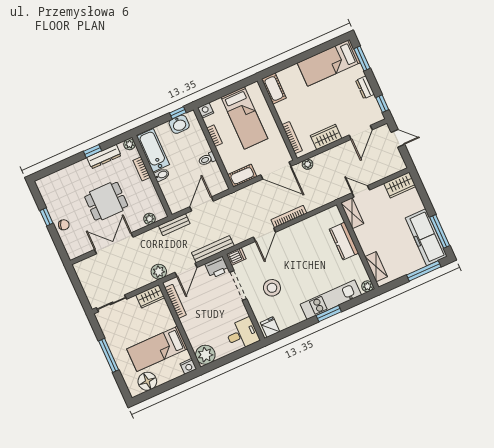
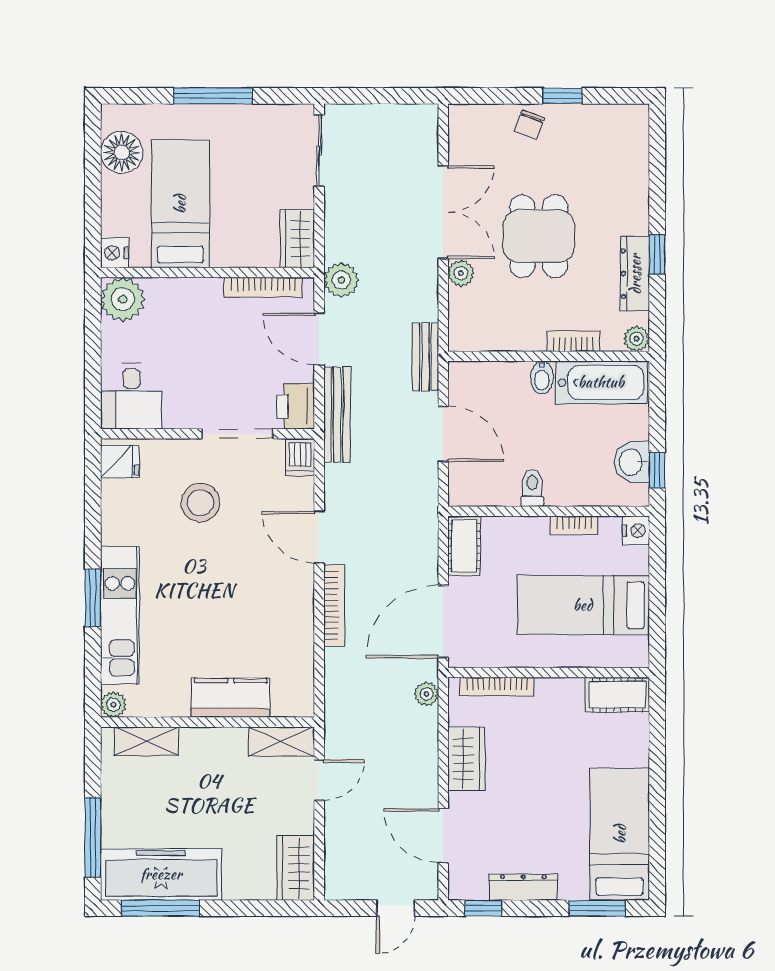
dresser: (365, 87) -> (523, 887), width x1.44
plant: (150, 219) -> (461, 273), moved

